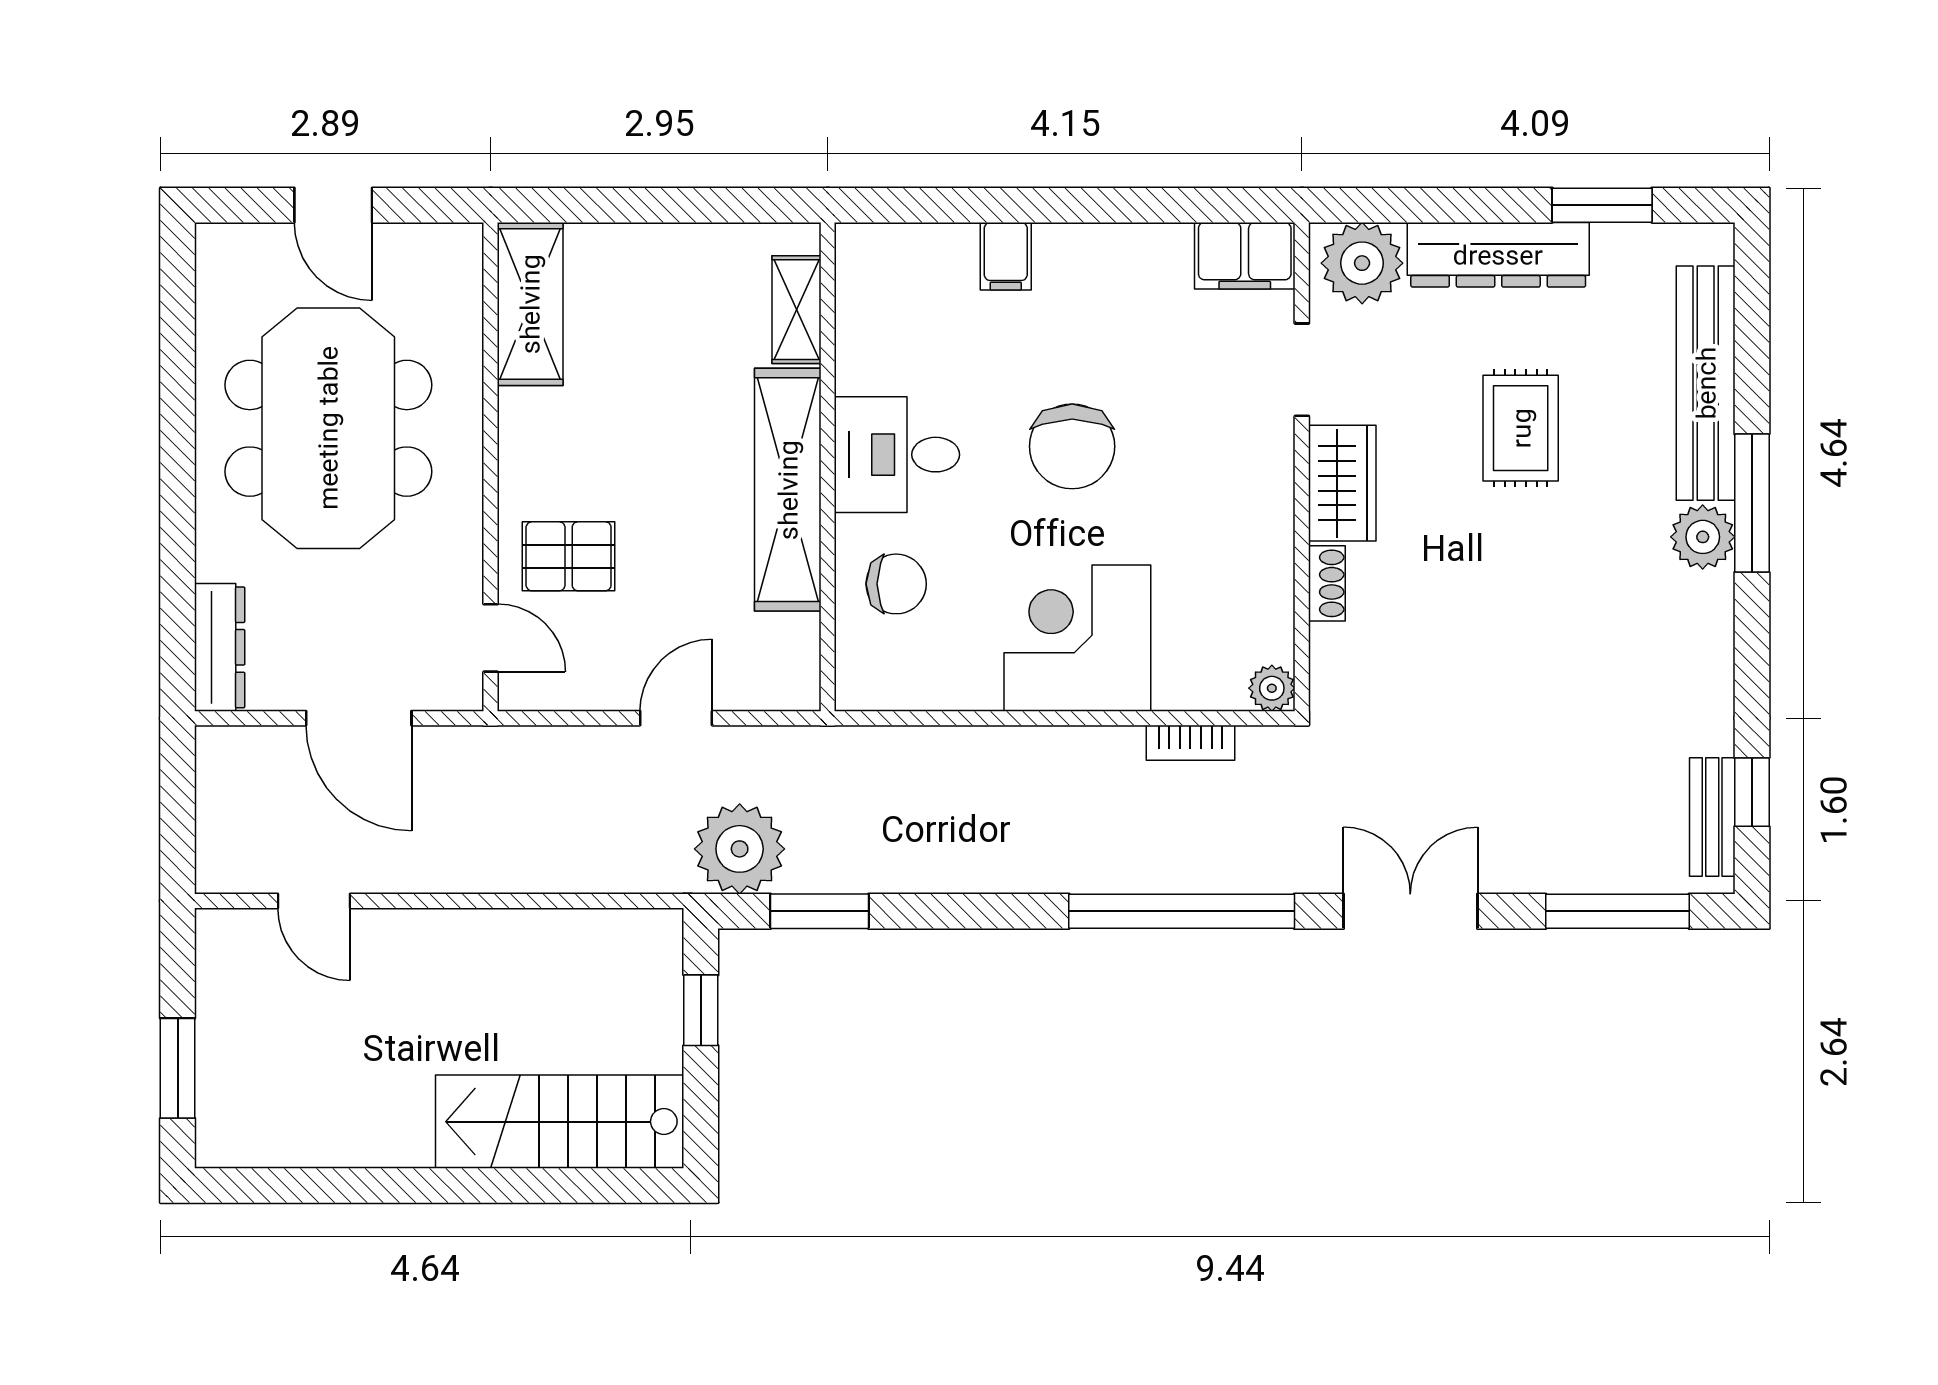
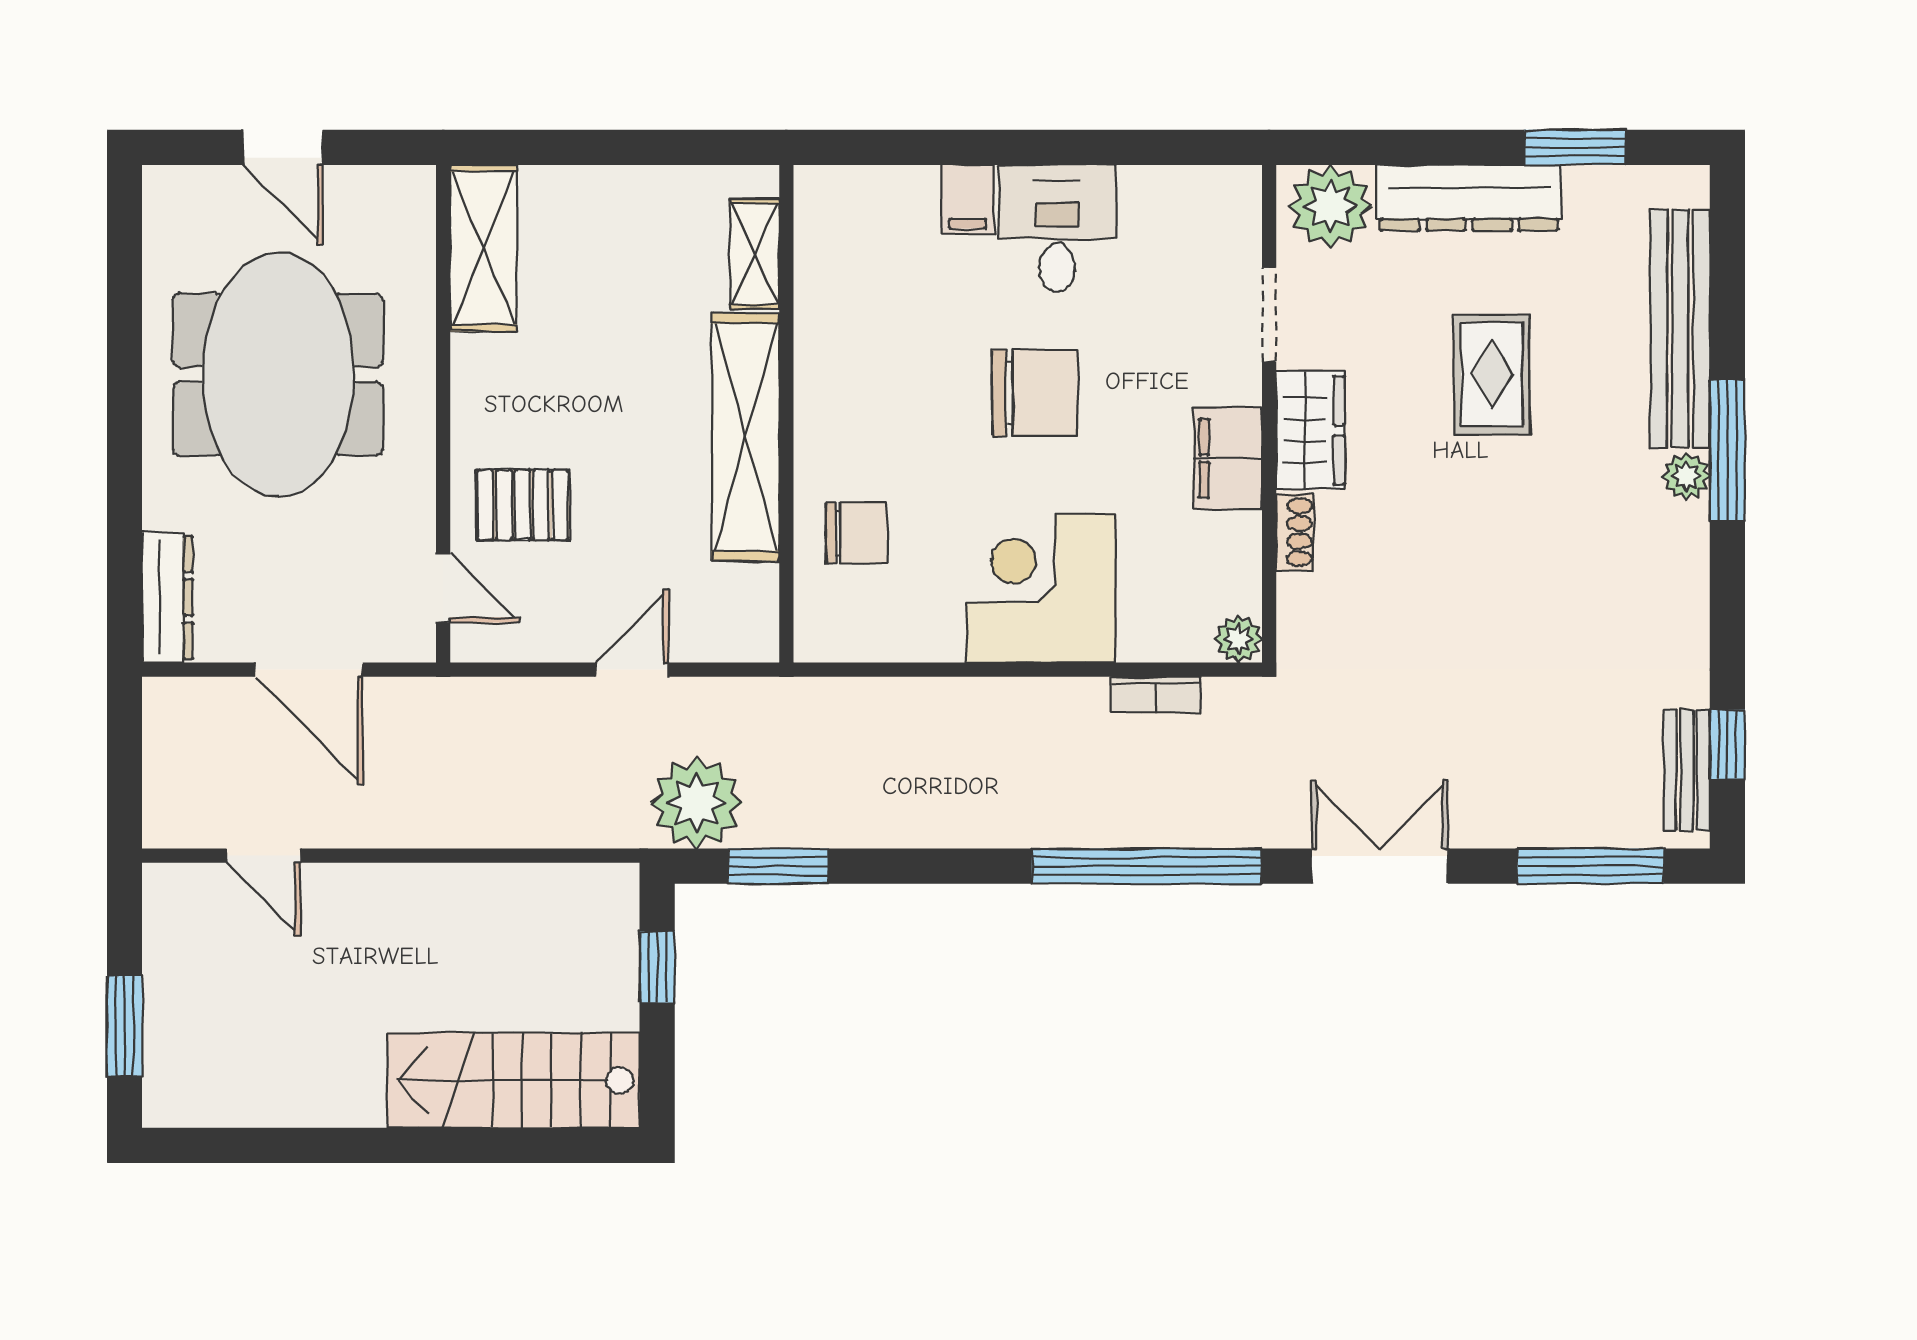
filing cabinet: (1245, 256) -> (1228, 458), moved, turned 90
chair: (1072, 446) -> (1035, 393), turned -90
desk: (897, 455) -> (1057, 228), moved, turned 90
plant: (1703, 537) -> (1686, 476), width x0.73, depth x0.73

